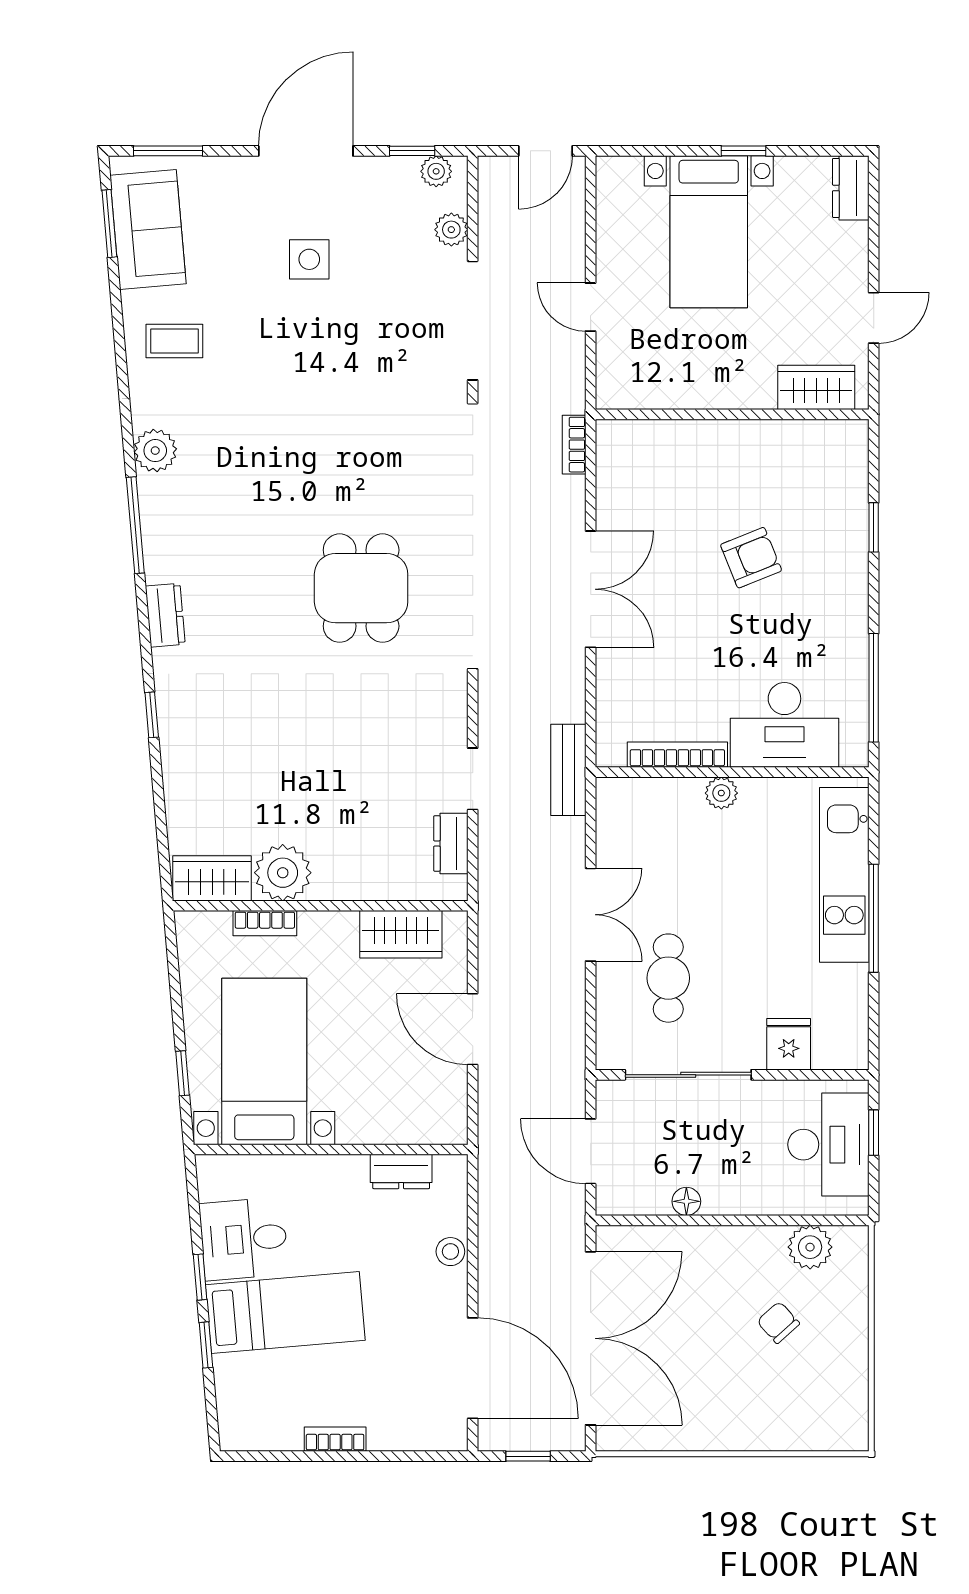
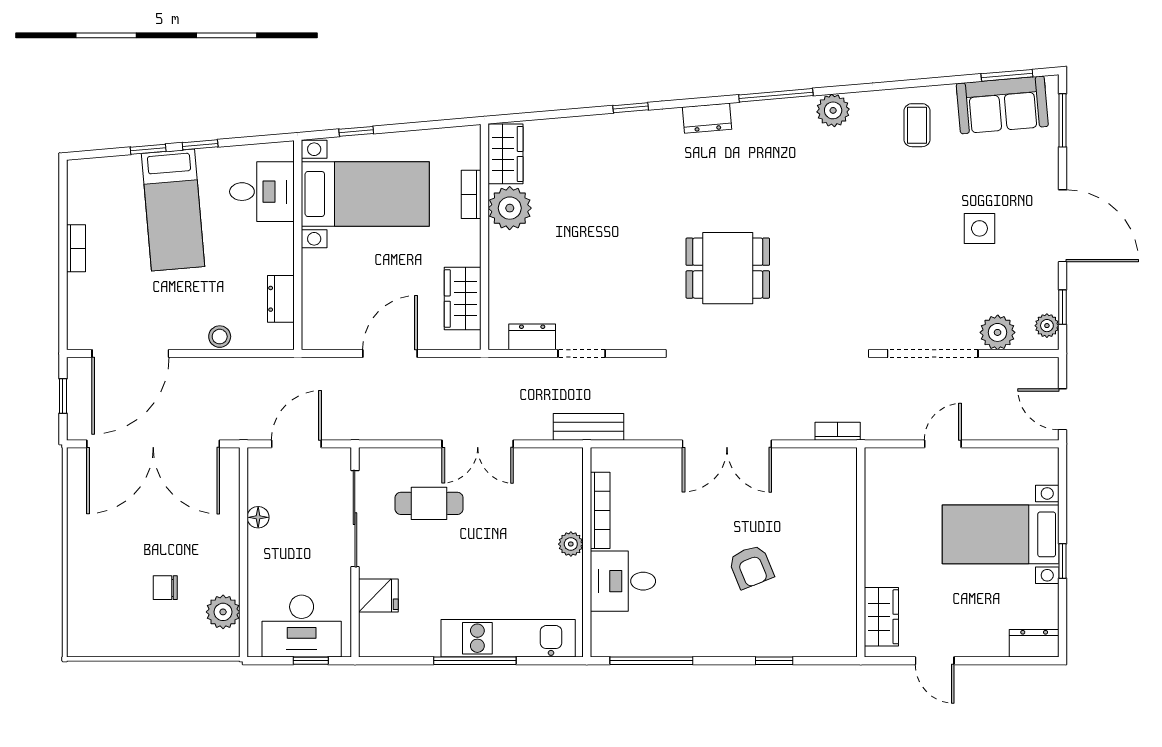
plant: (451, 230) -> (998, 332), width x1.38, depth x1.38
desk: (784, 725) -> (623, 581), width x0.73
desk: (244, 1239) -> (262, 192), moved, turned 95
chair: (778, 1322) -> (165, 588), turned -138

